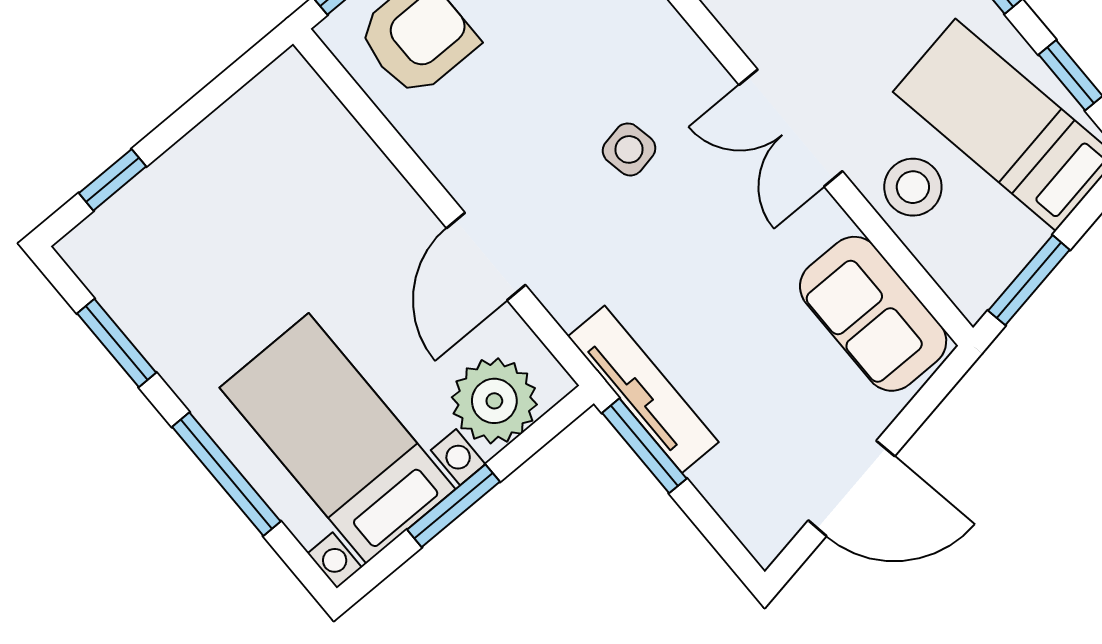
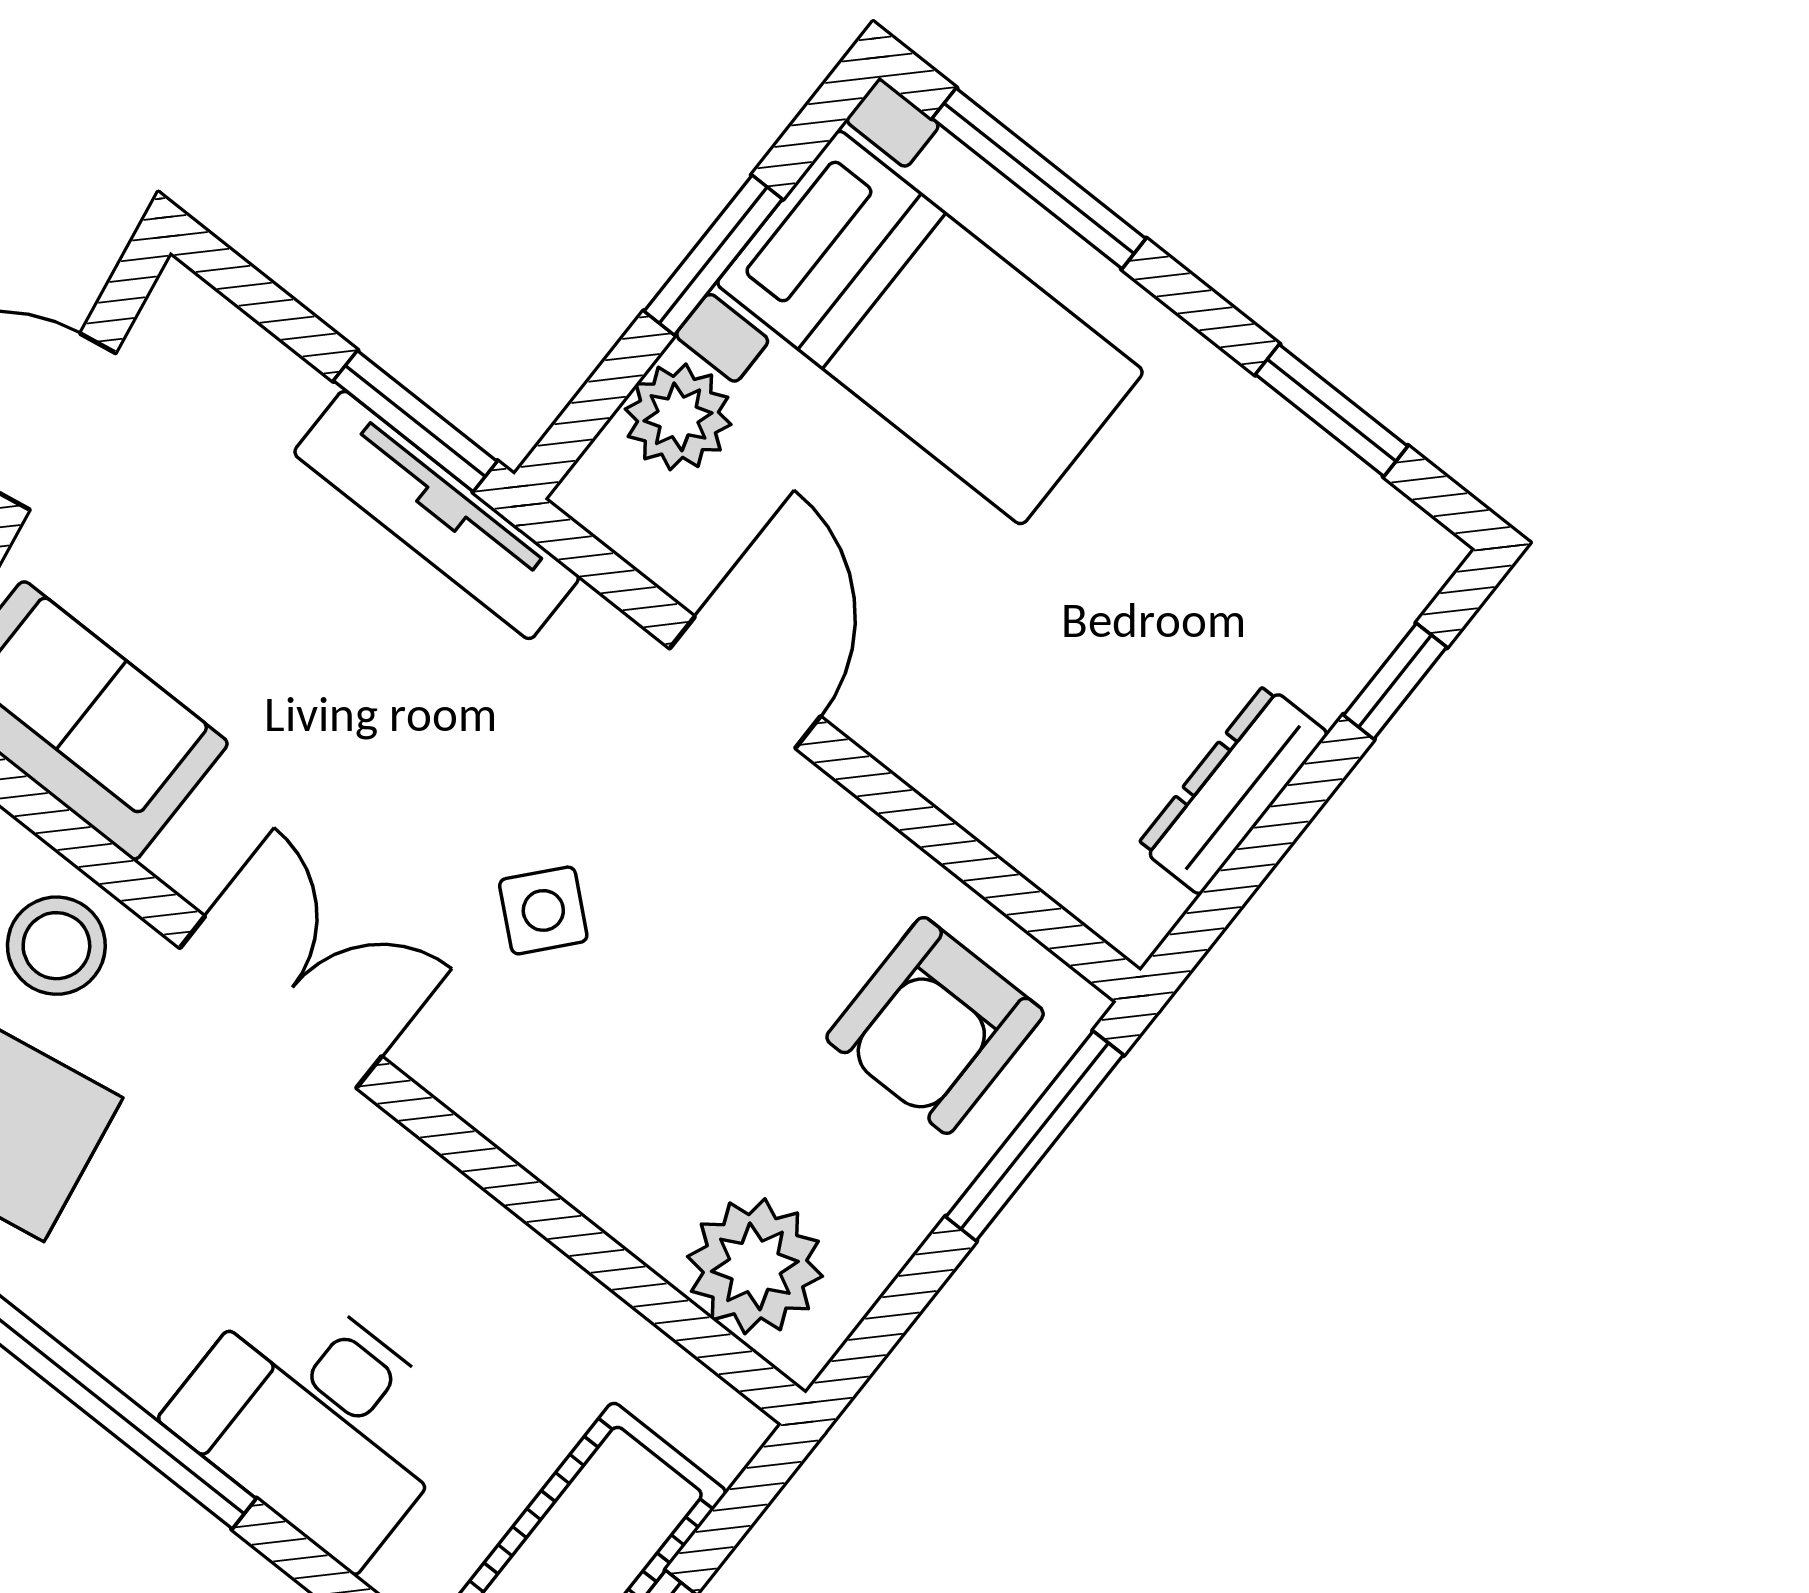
dresser: (219, 137) -> (1233, 790), added
side table: (629, 149) -> (543, 910), turned -38
plant: (494, 401) -> (678, 417), width x0.73, depth x0.73
window: (226, 474) -> (1039, 179), moved

